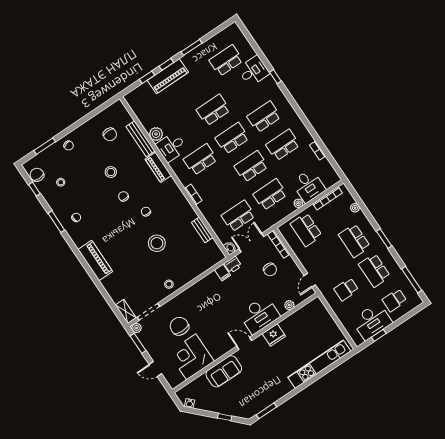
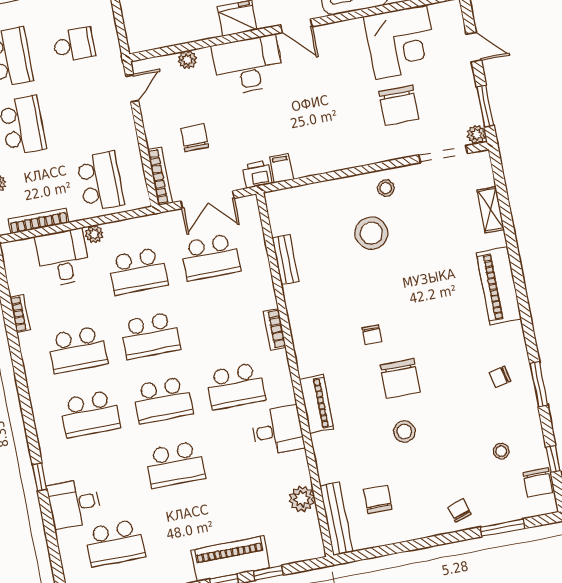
plant: (156, 134) -> (302, 499), moved
bench: (140, 139) -> (336, 519), moved
chair: (123, 196) -> (400, 379), width x1.87, depth x1.87
stool: (157, 243) -> (371, 233), moved
washbasin: (230, 248) -> (250, 206), removed
shelving: (126, 311) -> (491, 210), moved

